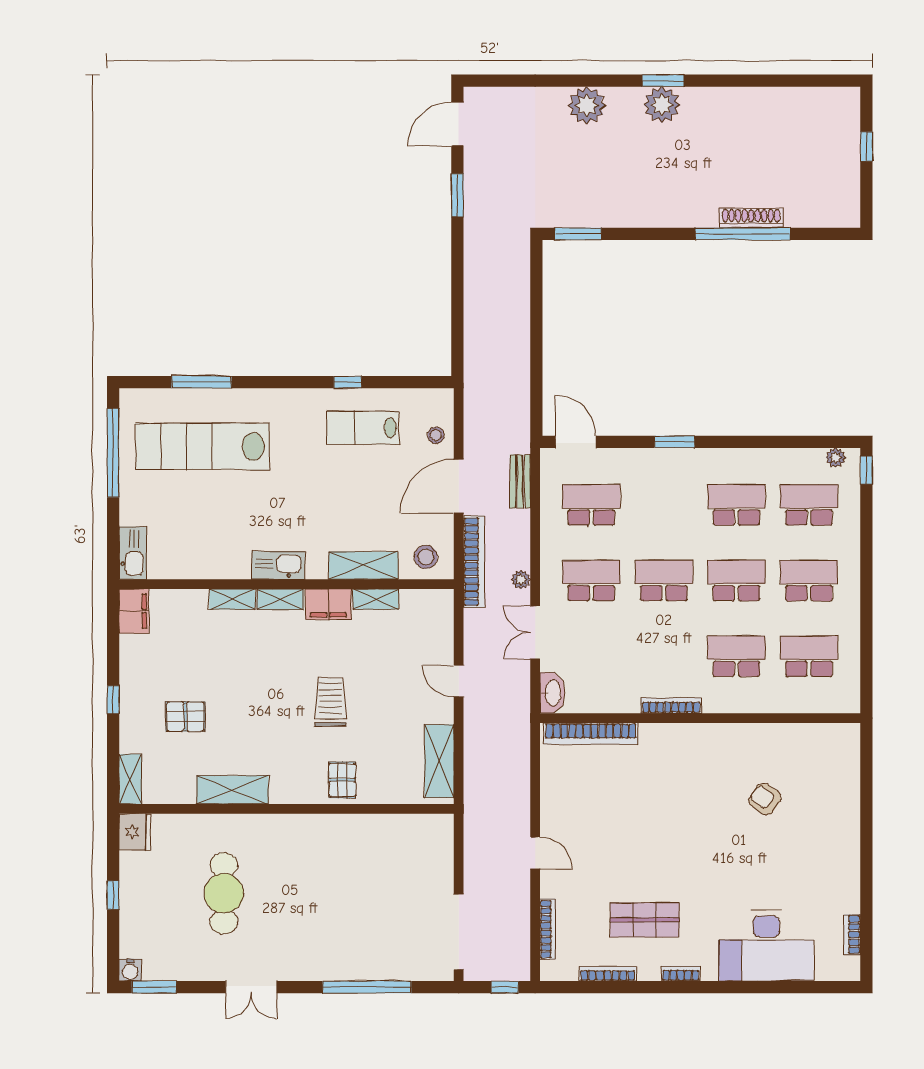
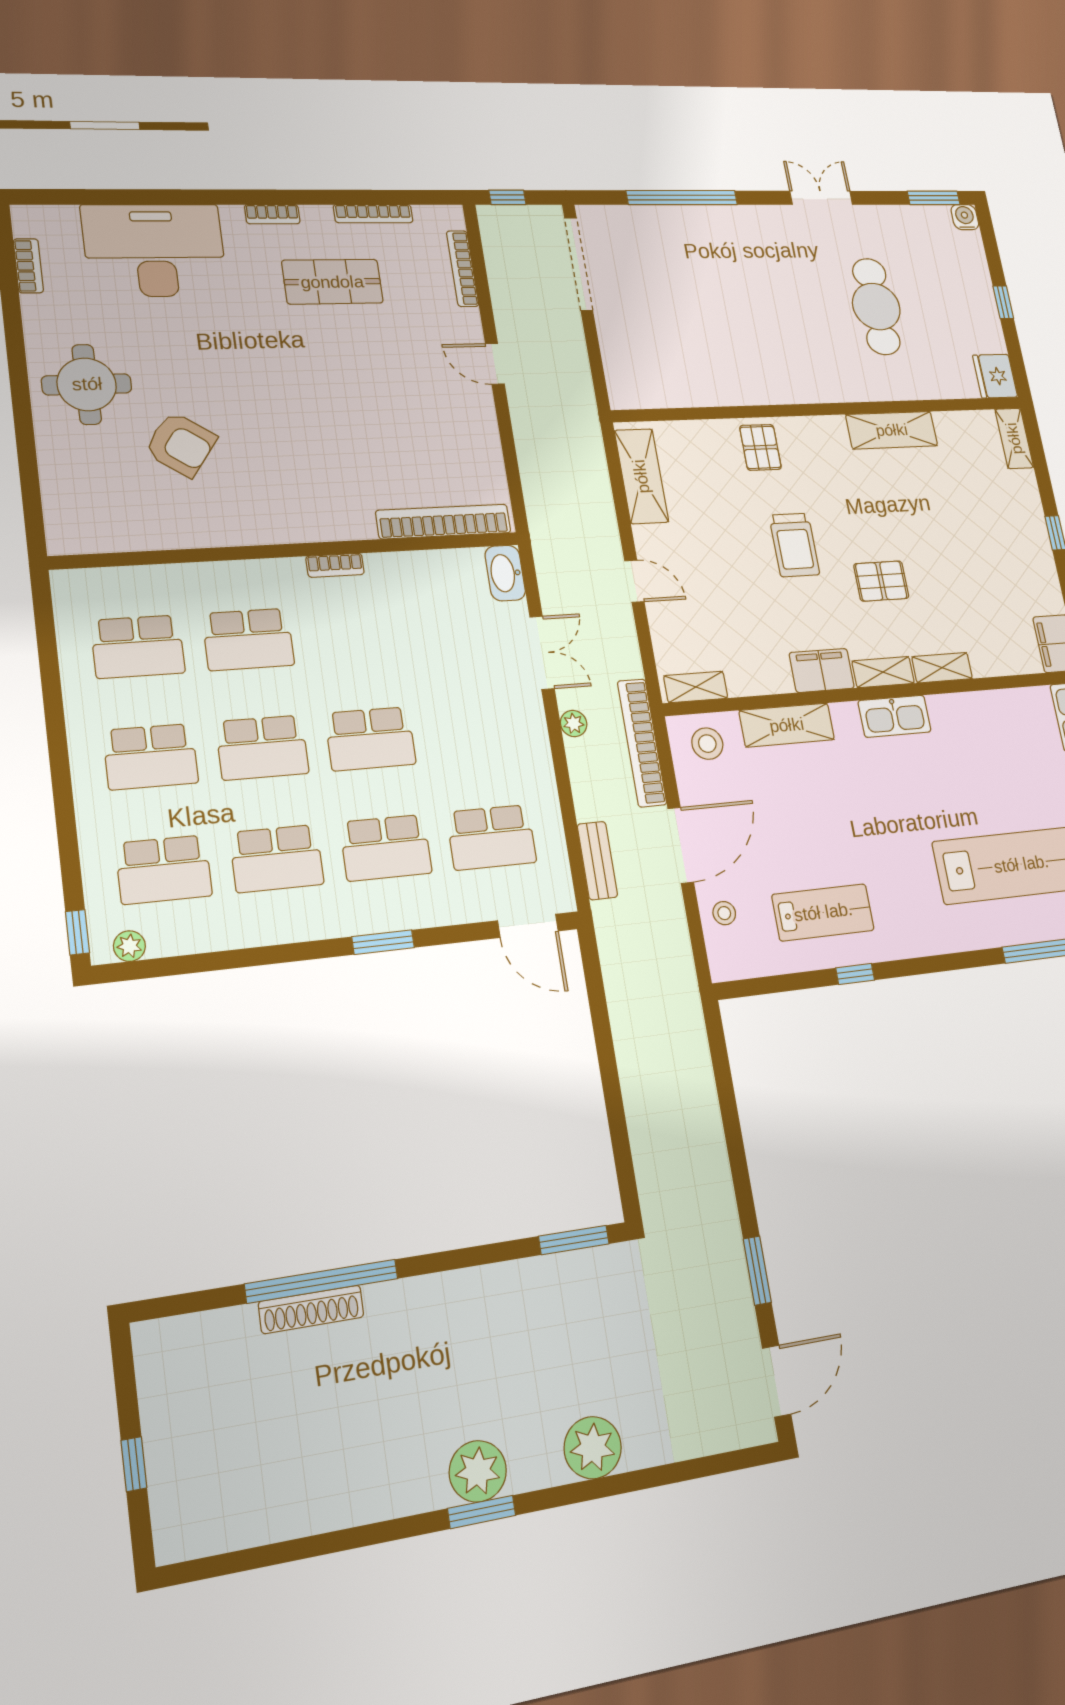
school desk: (591, 581) -> (386, 848), moved
shelving: (376, 599) -> (696, 687), moved
bookcase: (671, 706) -> (335, 565), width x0.64
pallet: (185, 716) -> (881, 581), moved
armchair: (765, 799) -> (181, 444), width x1.38, depth x1.38
round table: (823, 845) -> (87, 384), added

